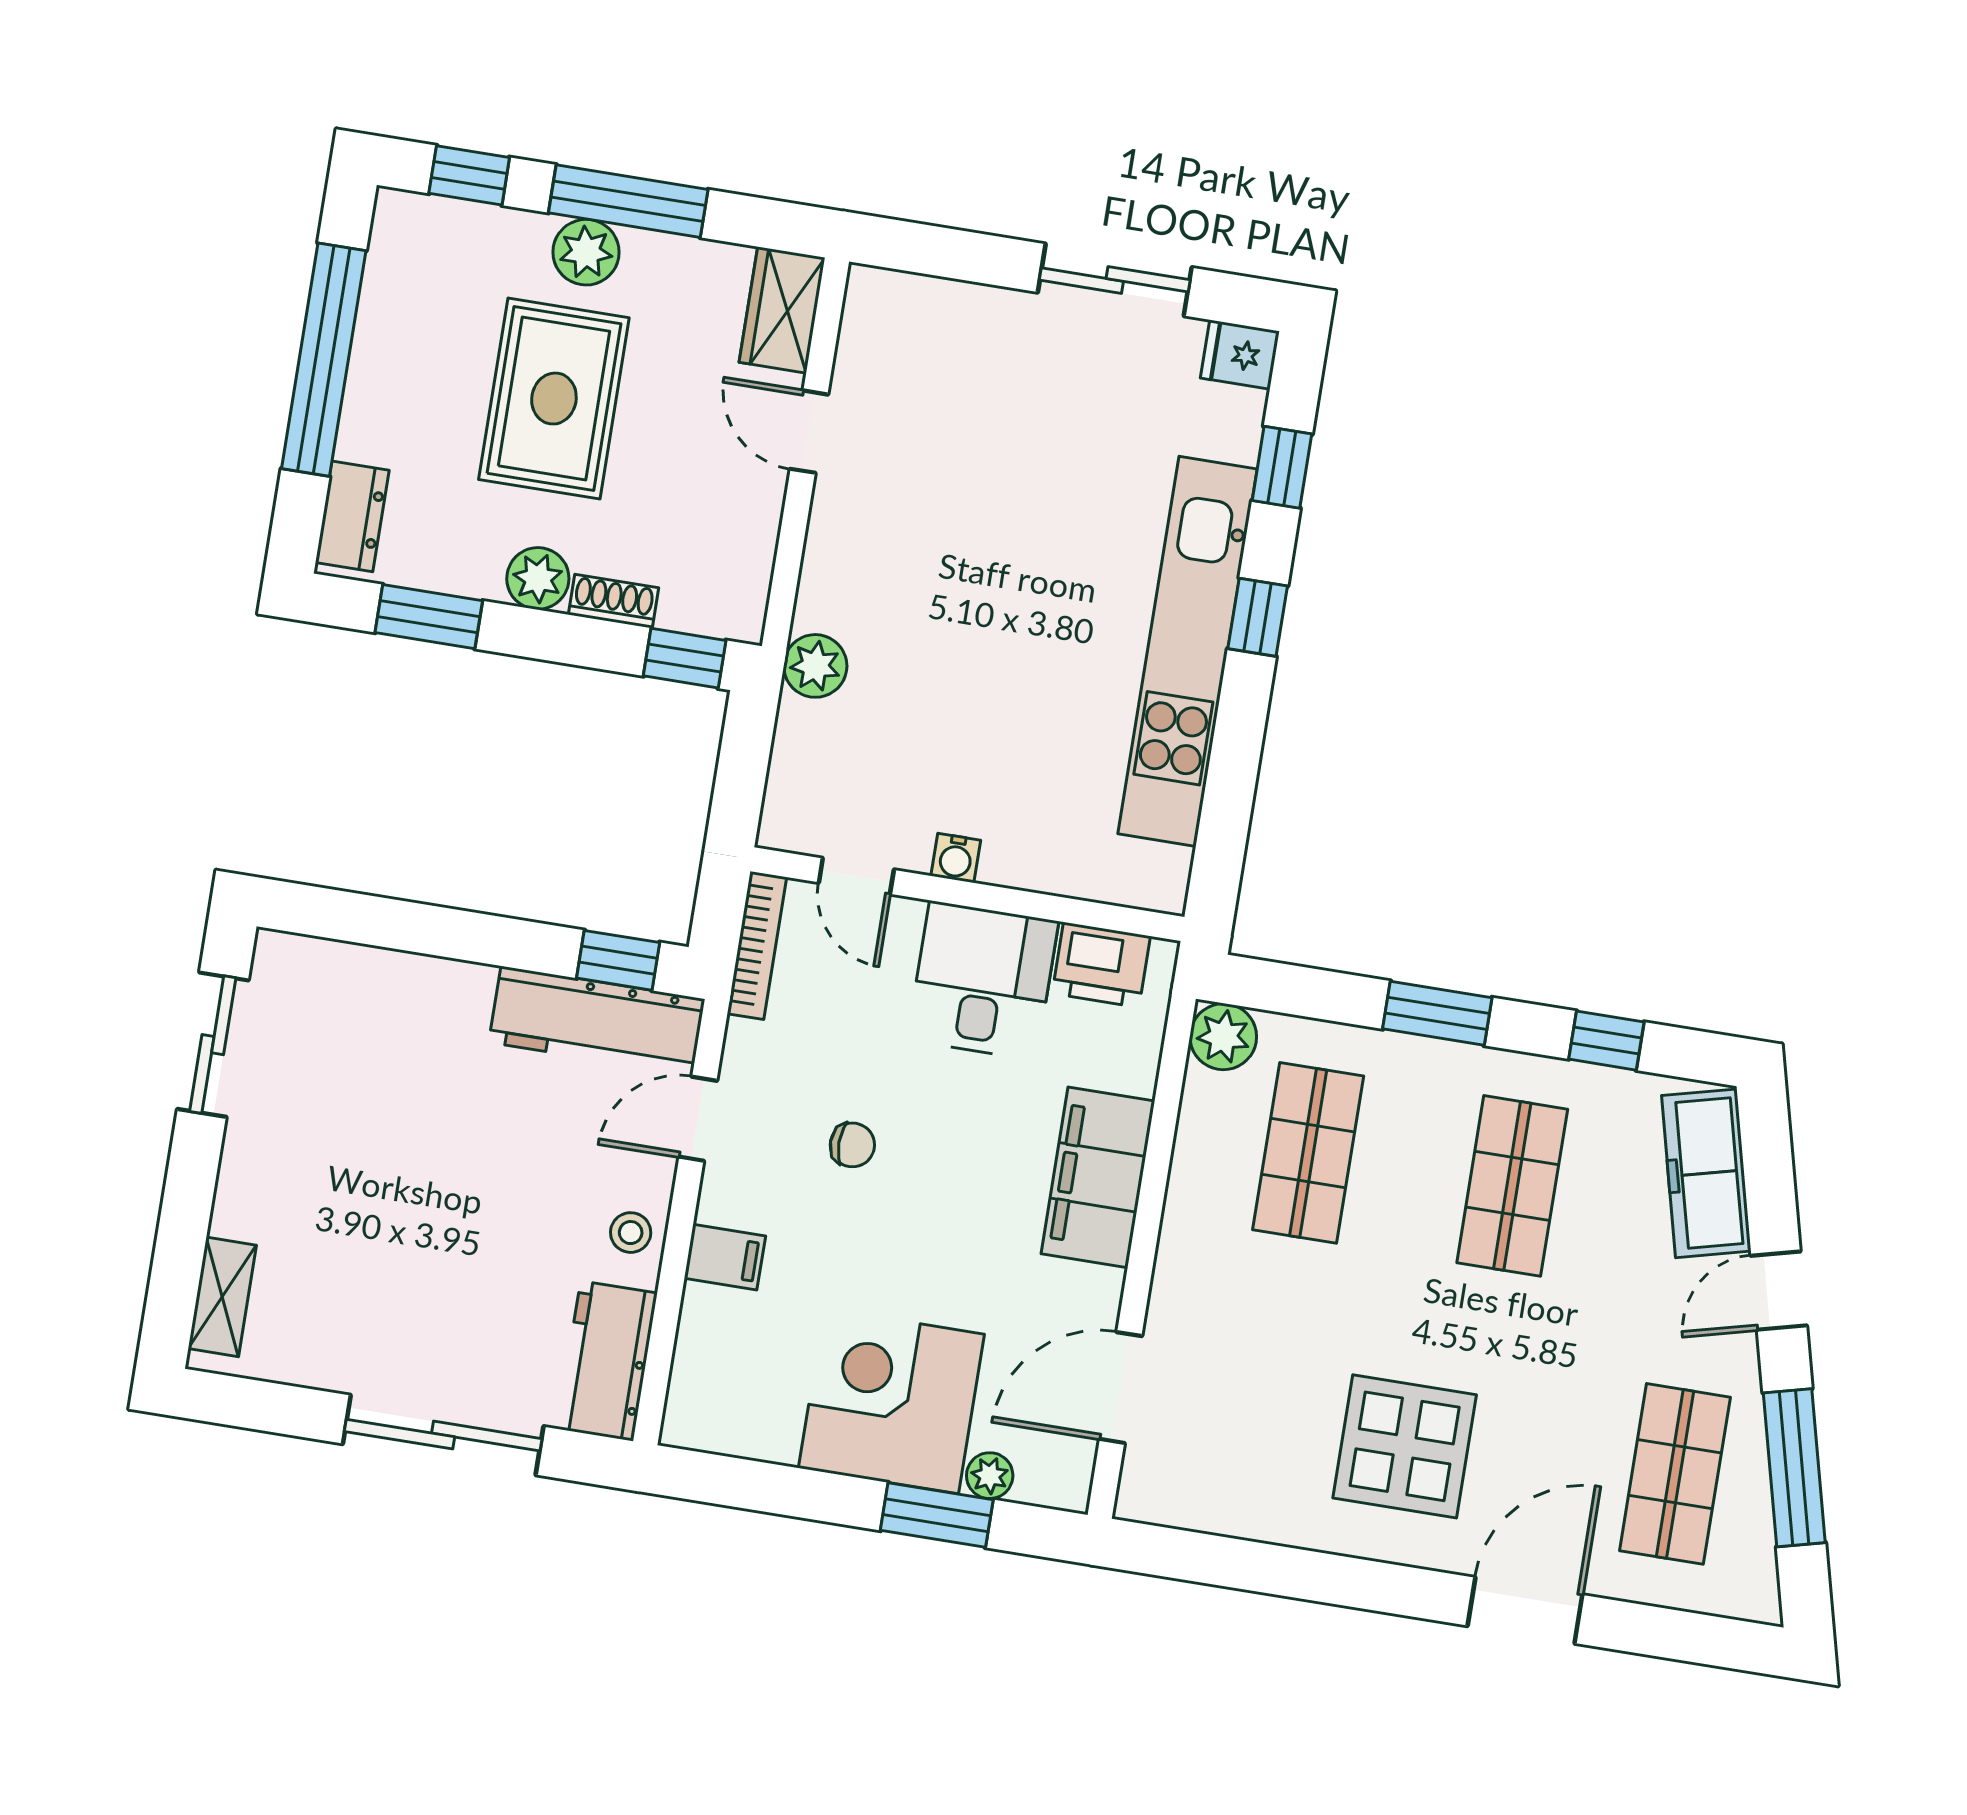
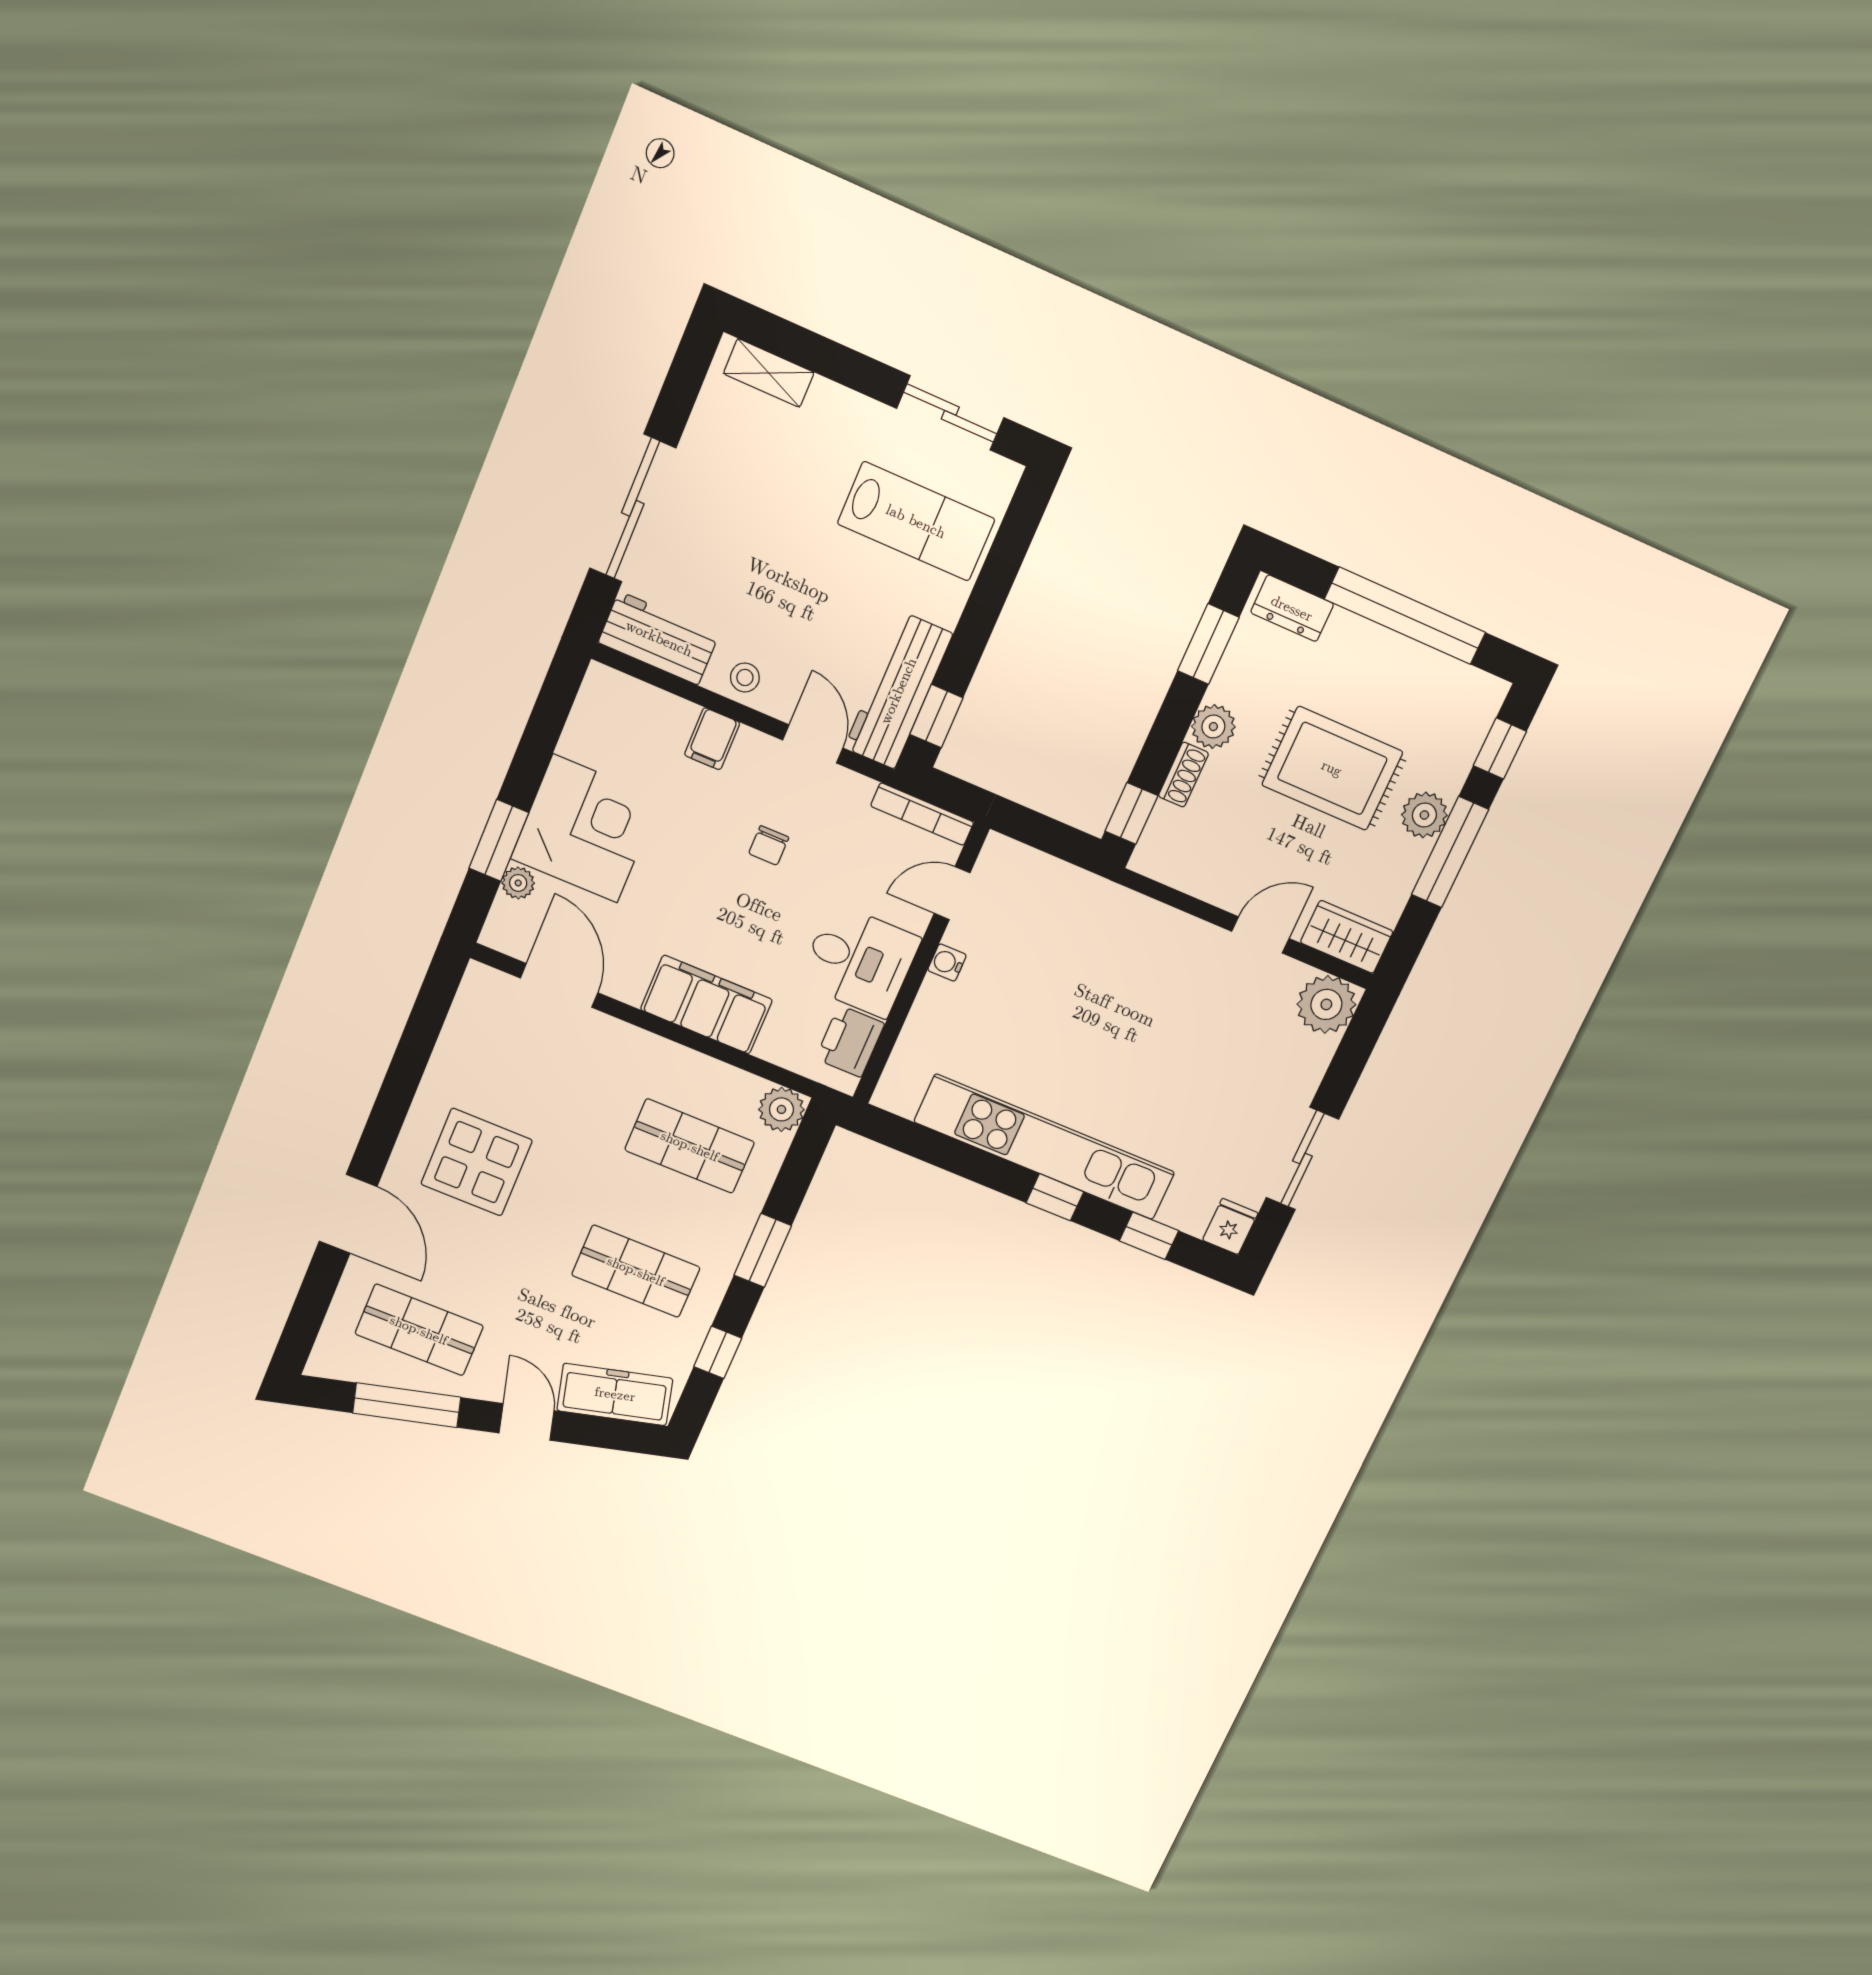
plant: (815, 666) -> (1326, 1004), moved, width x1.36, depth x1.36
lab bench: (365, 1054) -> (916, 521), added

